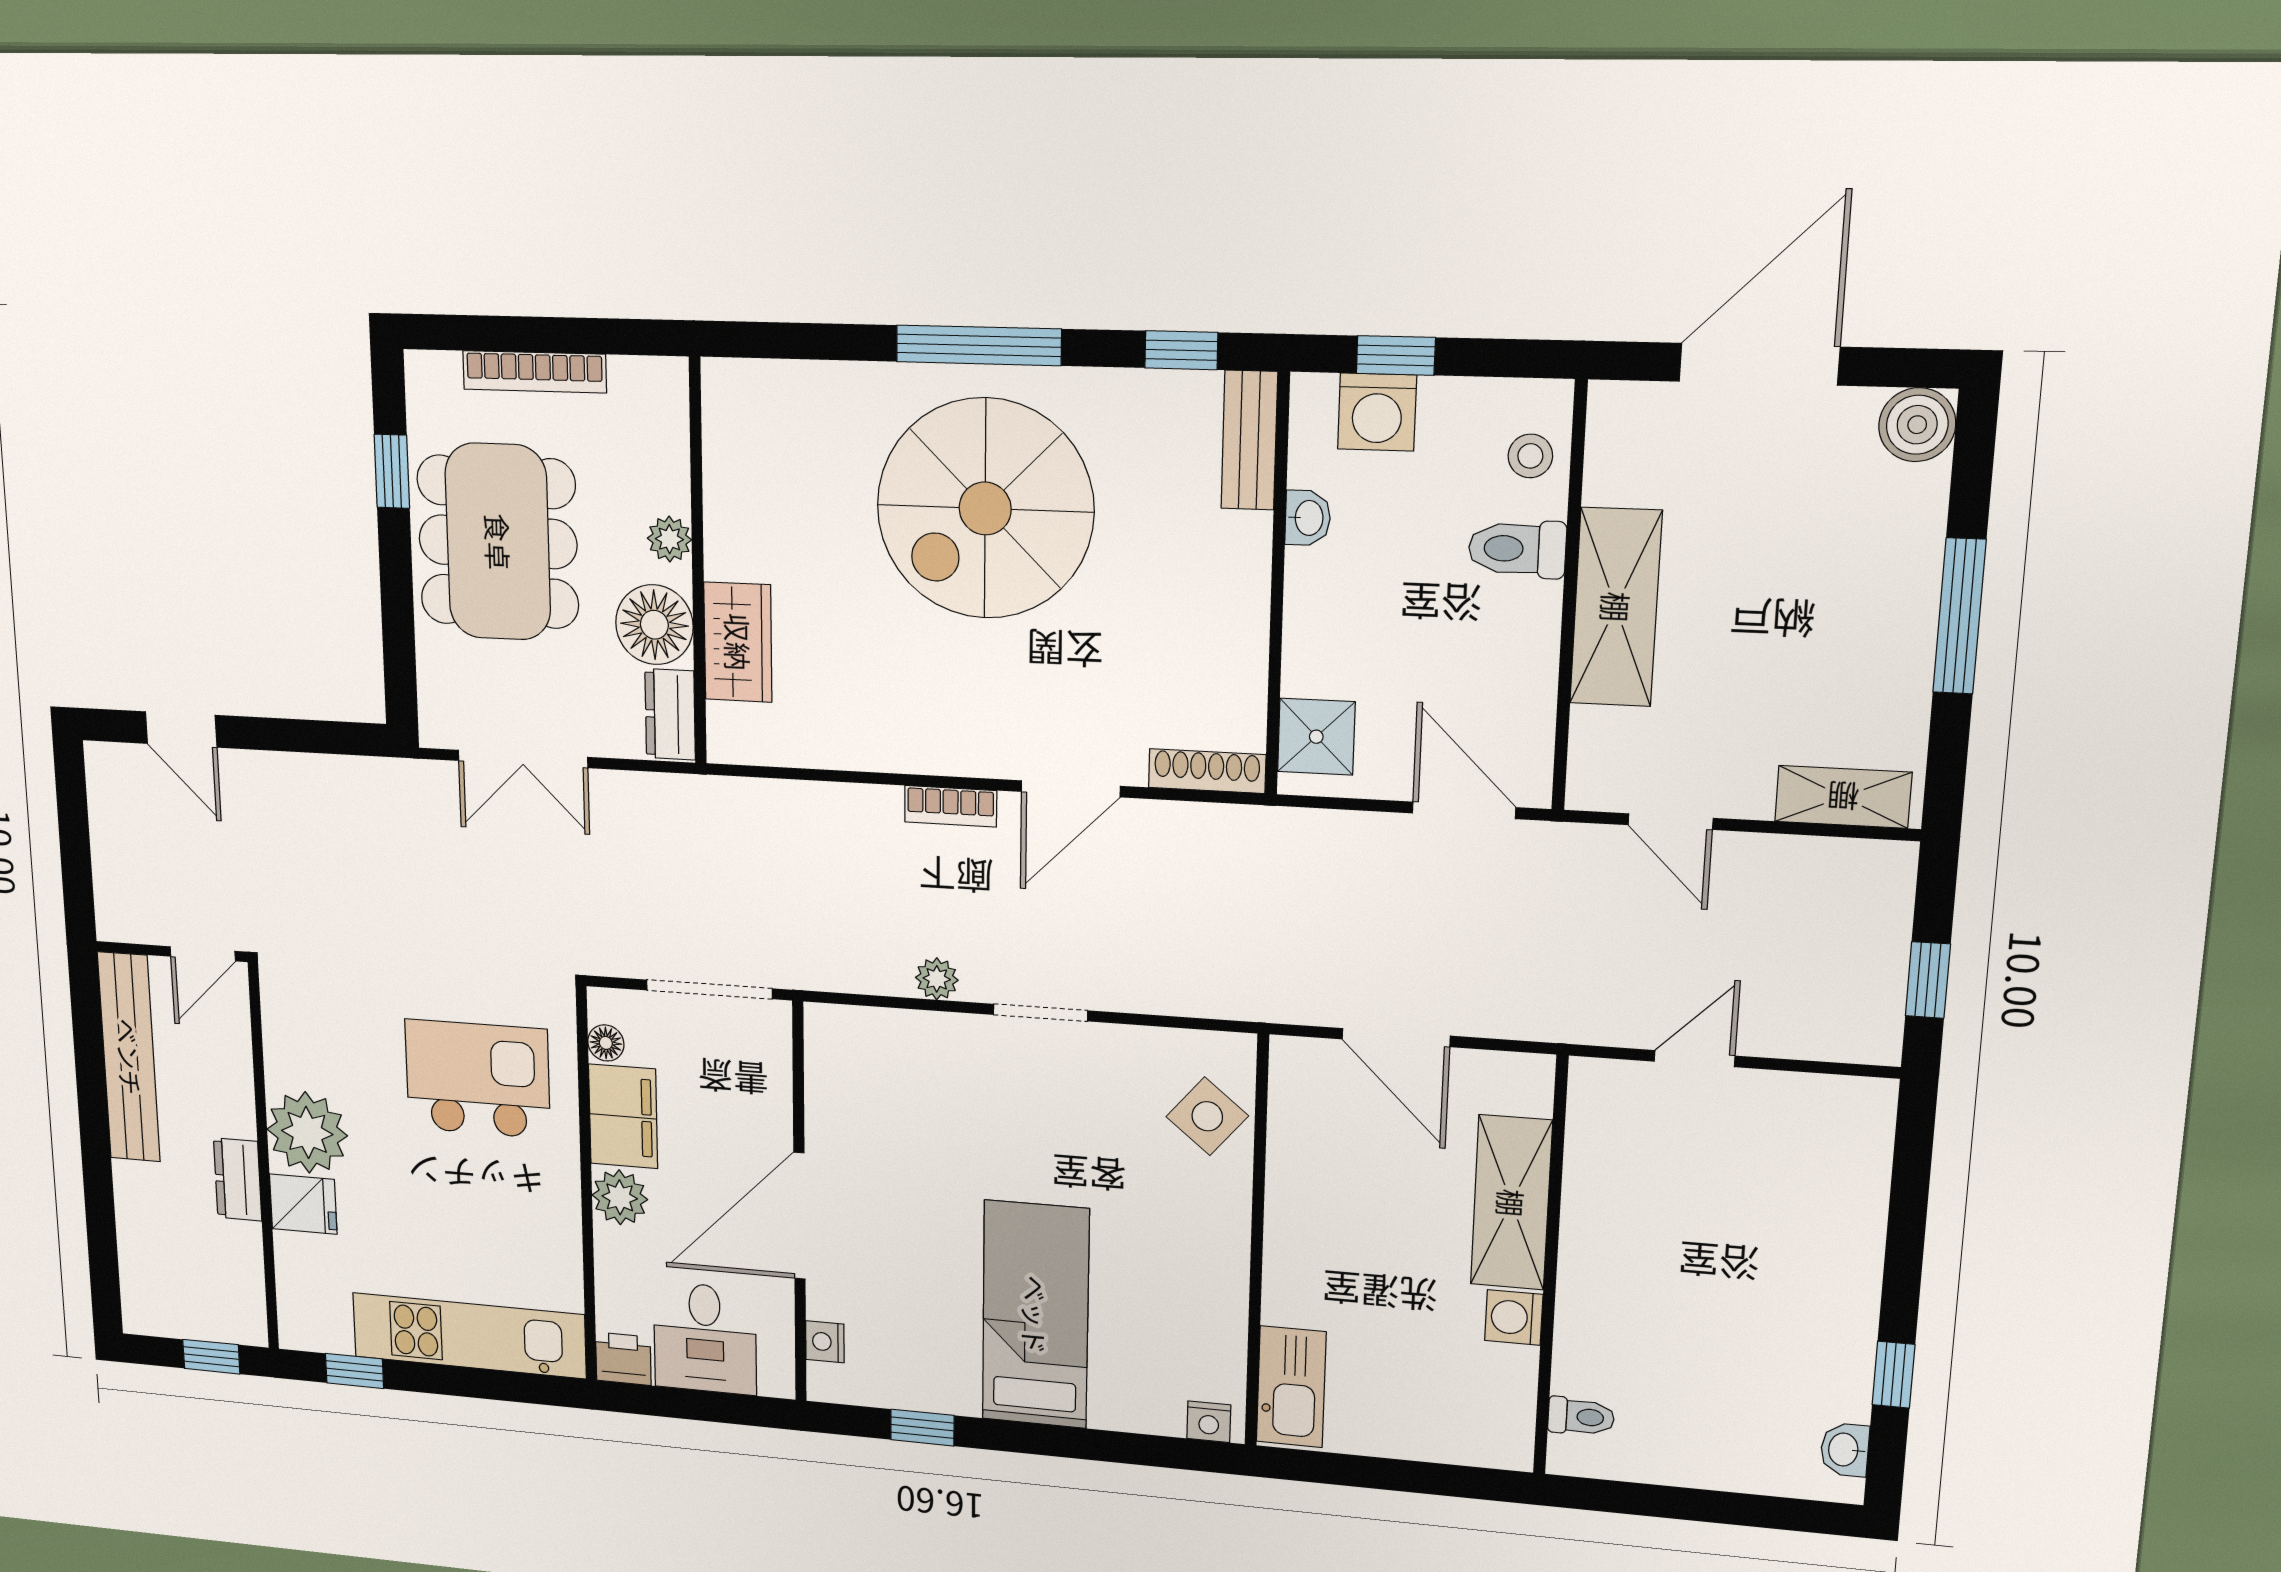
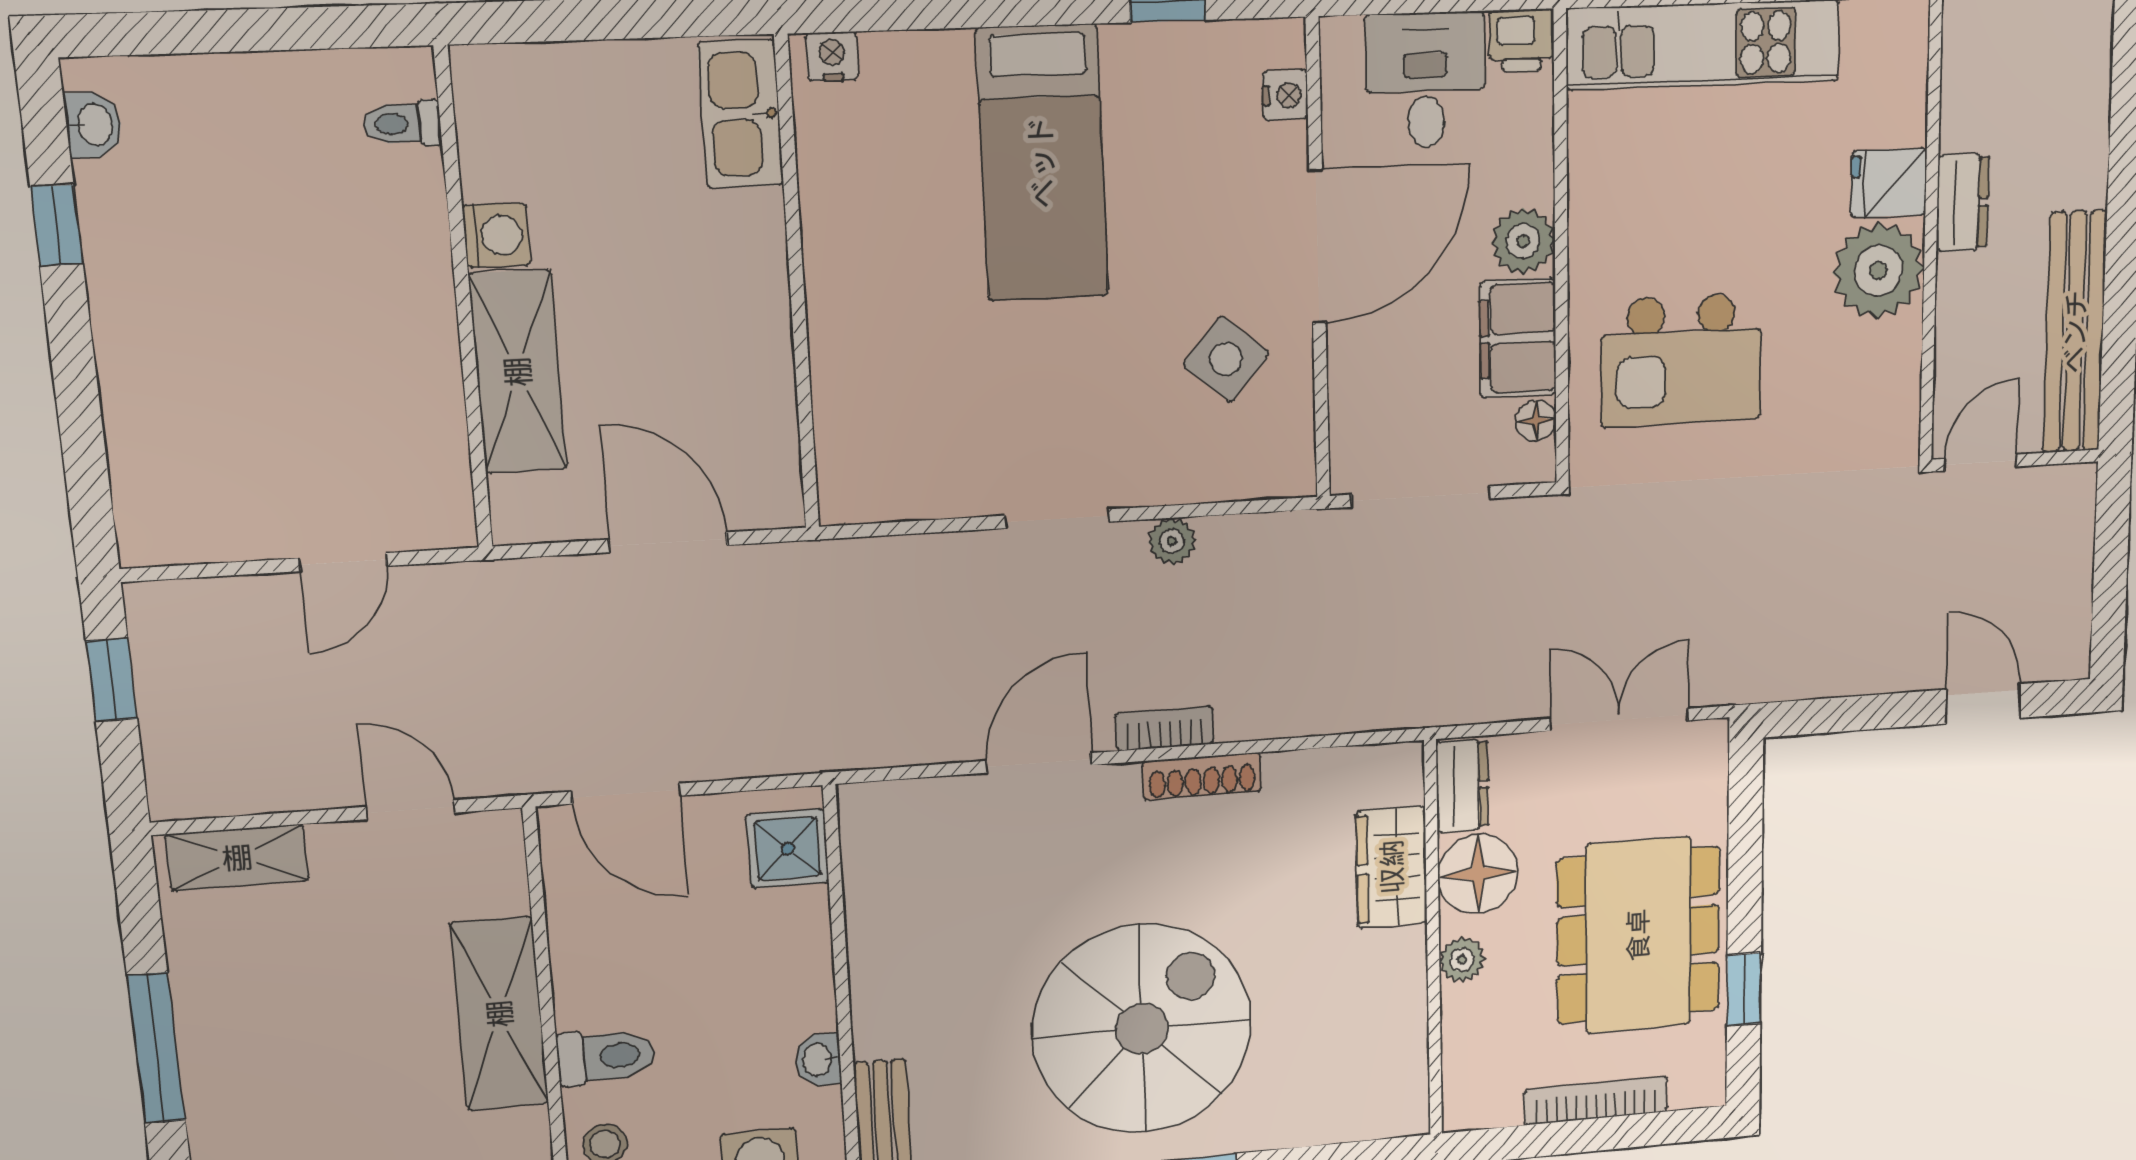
shoe rack: (1207, 771) -> (1202, 776), moved
side table: (1207, 1116) -> (1226, 359), moved

